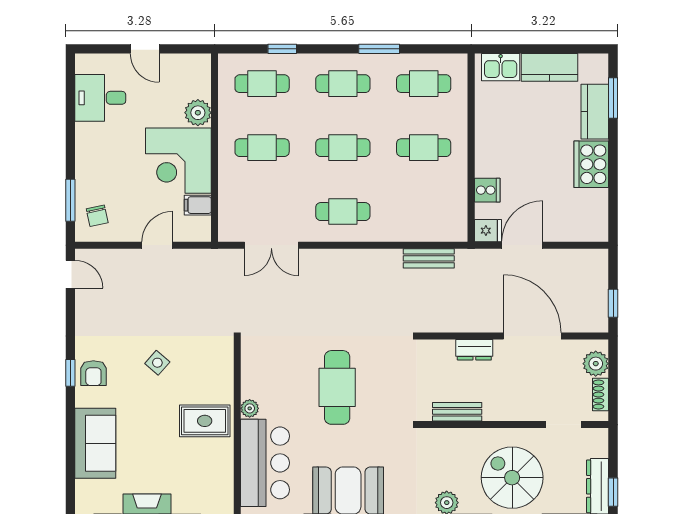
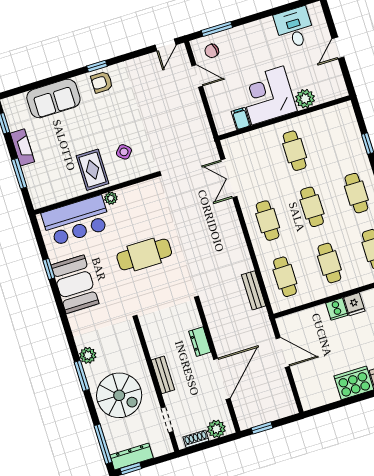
cafe table: (262, 84) -> (285, 277), moved
cooker: (487, 190) -> (337, 309), moved
fridge: (488, 231) -> (354, 304), moved
door: (157, 245) -> (197, 76), moved
side table: (157, 363) -> (124, 152), moved
bench: (457, 412) -> (163, 375), moved
spiral stairs: (512, 478) -> (119, 395), turned 90

